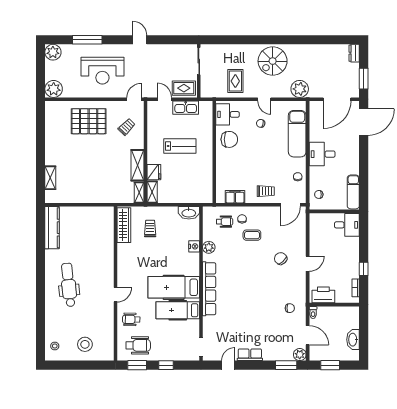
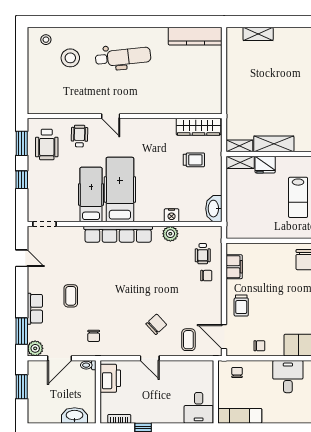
coffee table: (252, 235) -> (188, 340), moved
coffee table: (258, 326) -> (71, 296), added
washbasin: (353, 340) -> (75, 416), moved
stool: (85, 344) -> (70, 58), moved
row of seats: (250, 355) -> (35, 309), moved

